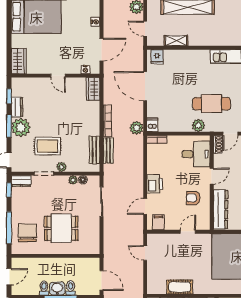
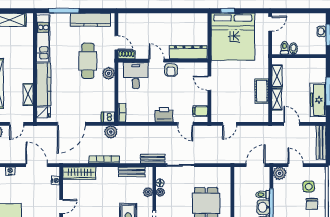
kitchen counter: (187, 57) -> (44, 84), added
wardrobe: (93, 89) -> (79, 173), width x1.50
bench: (108, 151) -> (153, 159), moved
plant: (62, 167) -> (148, 192), moved
armchair: (193, 198) -> (171, 70), moved

